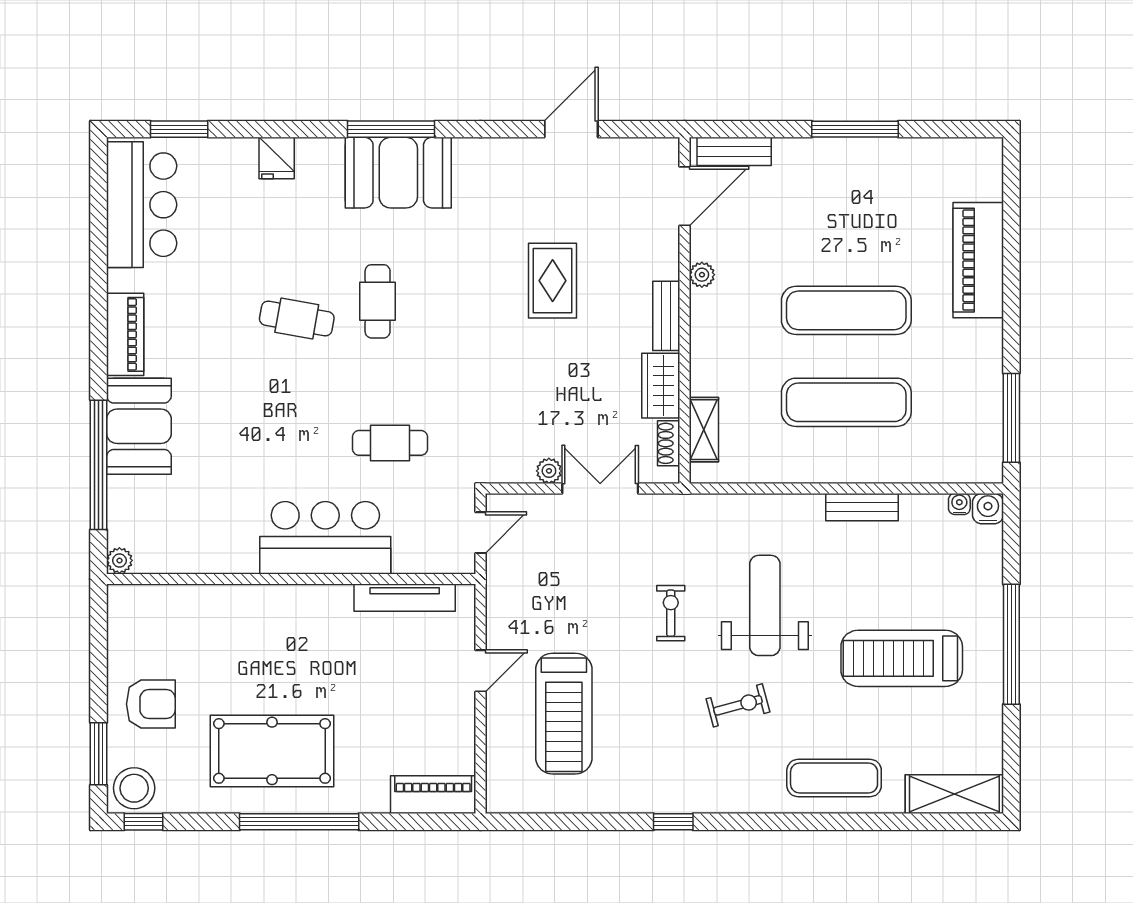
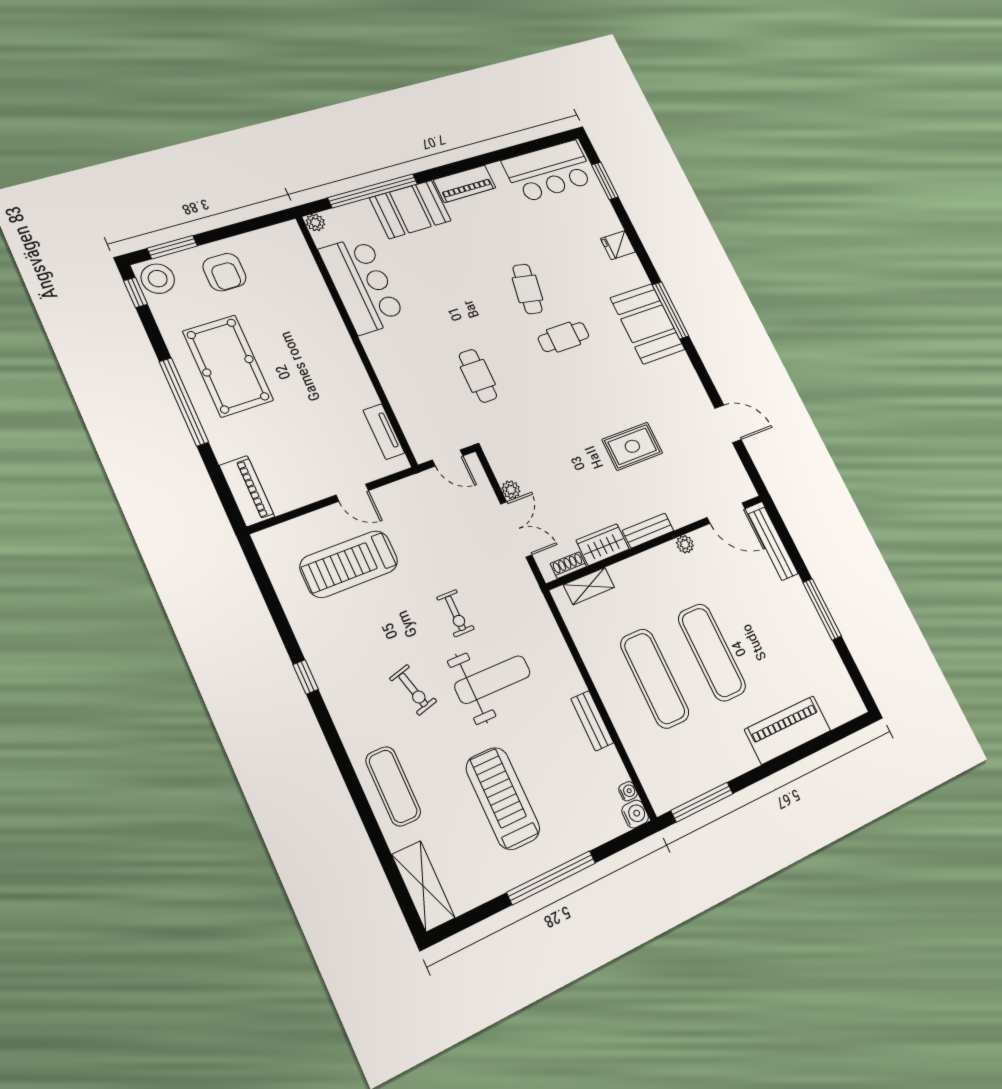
bench: (734, 151) -> (773, 544), width x1.36
bar counter: (325, 538) -> (362, 285), moved
tv unit: (405, 598) -> (384, 432), width x0.71
exercise bike: (671, 613) -> (455, 613), turned 90

